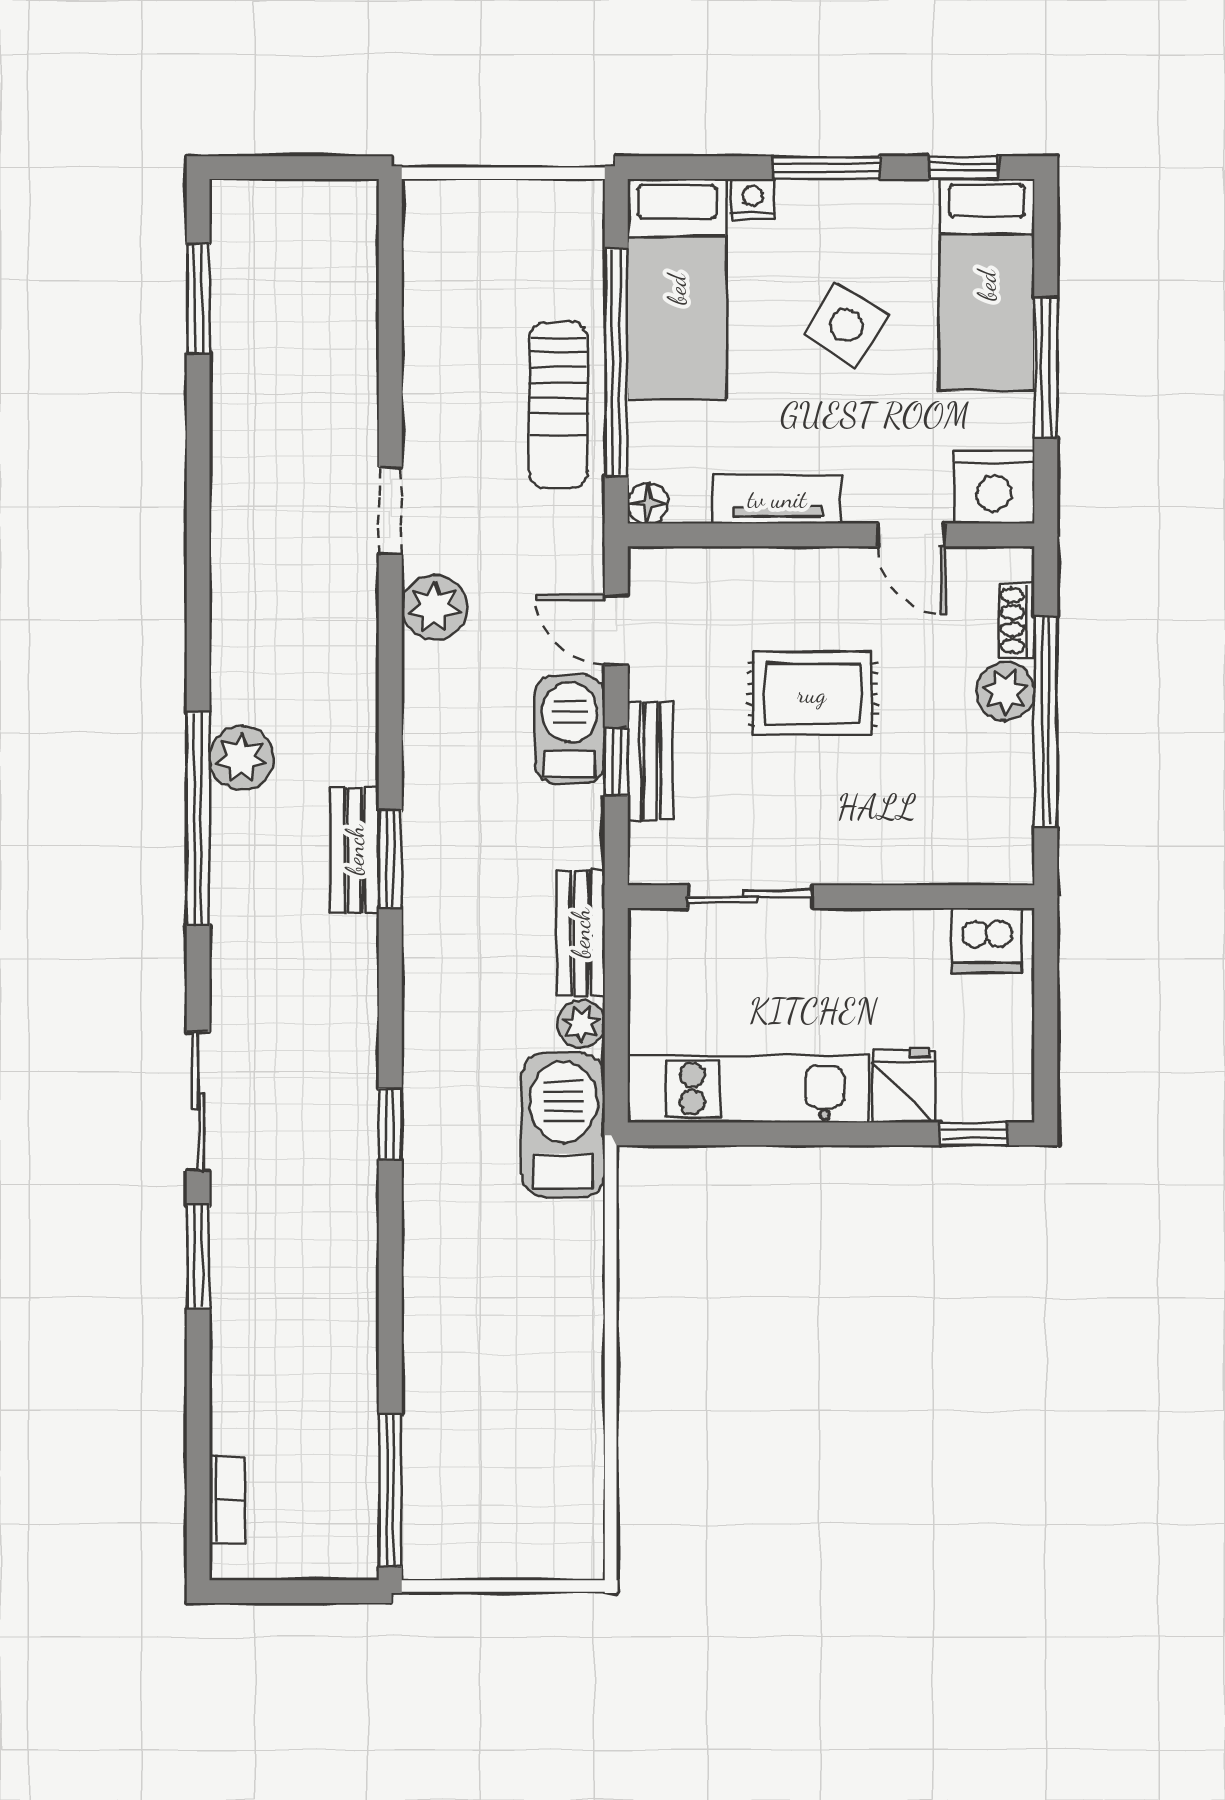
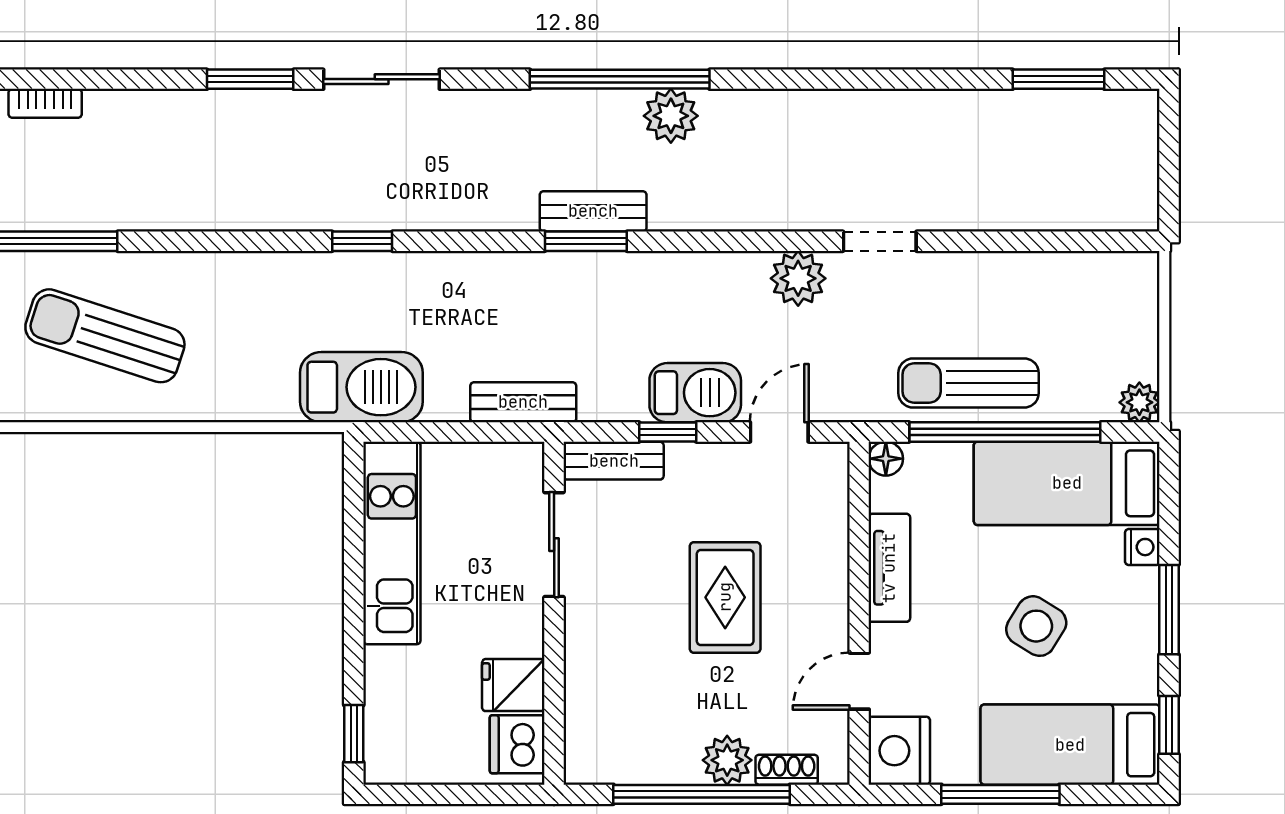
bench: (650, 761) -> (614, 461), moved
plant: (581, 1024) -> (1139, 402), moved
fridge: (903, 1086) -> (513, 685), moved, turned 180
sun lounger: (502, 1429) -> (105, 336), added

